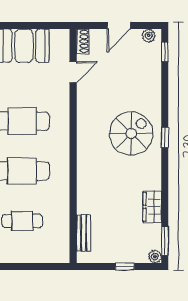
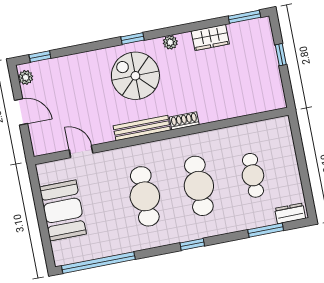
shoe rack: (83, 41) -> (184, 121), moved
bench: (84, 233) -> (142, 128), moved, width x1.36
plant: (155, 257) -> (170, 42), moved

